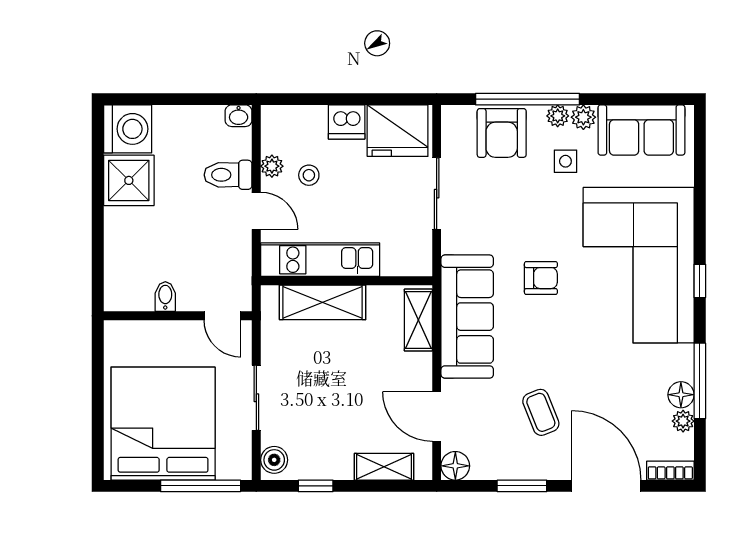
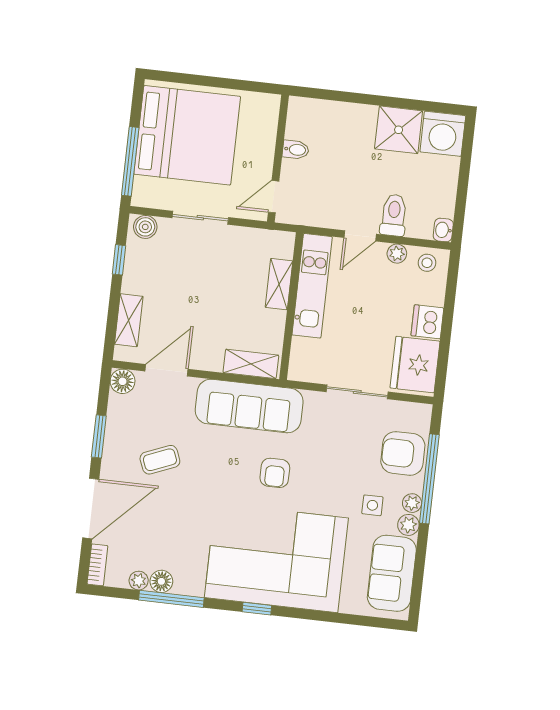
stool: (309, 175) -> (427, 263), moved
shelving: (323, 302) -> (279, 284), width x0.67, depth x0.75

